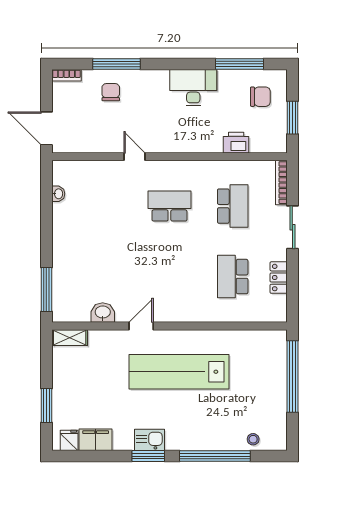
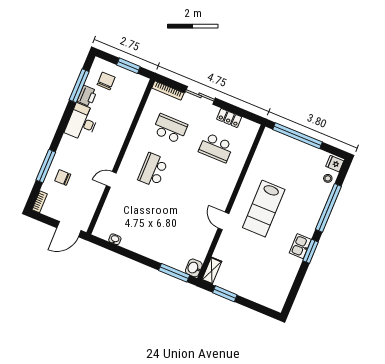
printer: (236, 143) -> (87, 96), moved, turned 180
washbasin: (103, 313) -> (194, 268), moved
lab bench: (179, 372) -> (264, 209), width x0.73
window: (46, 405) -> (225, 294), moved
fridge: (69, 440) -> (335, 164), moved
filing cabinet: (96, 440) -> (286, 281), removed

